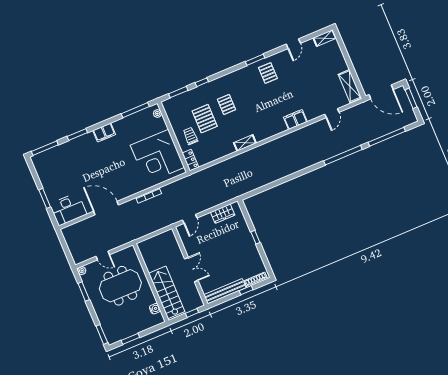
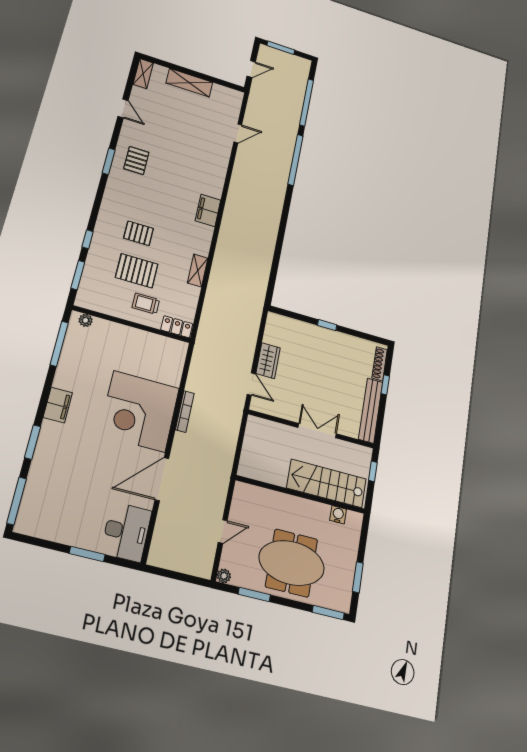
pallet: (268, 73) -> (136, 160), turned 90
shelving: (350, 86) -> (189, 83), moved
door: (381, 92) -> (251, 69), width x0.53
door: (332, 113) -> (238, 133), hinge flipped
filing cabinet: (295, 119) -> (208, 210), moved
shelving: (245, 143) -> (198, 270), moved
corner desk: (157, 156) -> (139, 411), moved, turned 90
wardrobe: (223, 214) -> (268, 361), moved
meeting table: (120, 286) -> (292, 563), moved, turned 90

